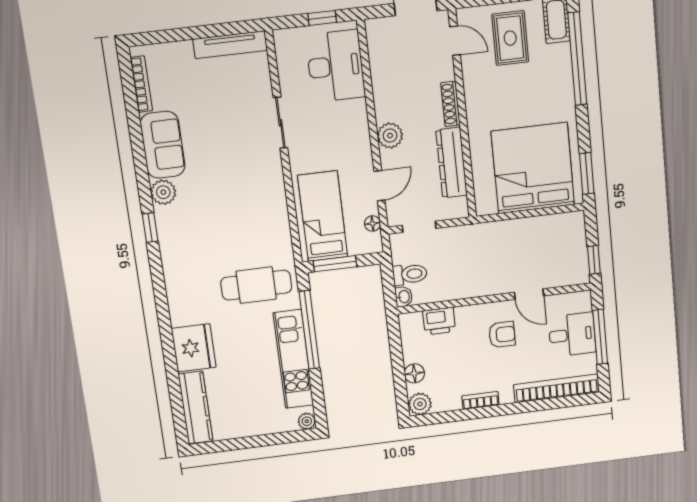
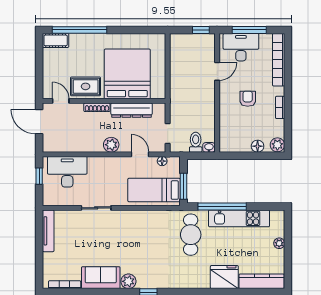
rug: (510, 38) -> (86, 86), moved
door: (455, 41) -> (61, 101), hinge flipped
bed: (533, 168) -> (127, 74), moved, turned 90
window: (587, 173) -> (148, 30), removed
printer: (439, 321) -> (227, 128), removed
armchair: (502, 335) -> (248, 99), moved
desk: (572, 335) -> (241, 47), width x1.37
plant: (307, 421) -> (279, 243), moved

